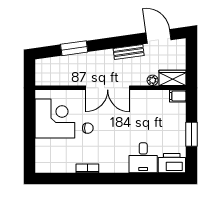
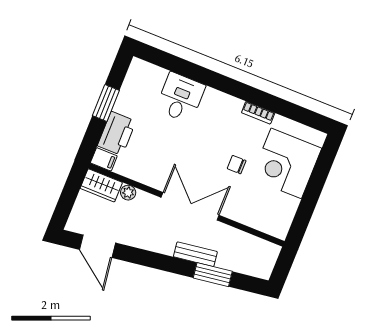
bench: (129, 52) -> (195, 254), moved
corner desk: (55, 119) -> (286, 163), moved
printer: (172, 163) -> (117, 133), moved, turned -90

